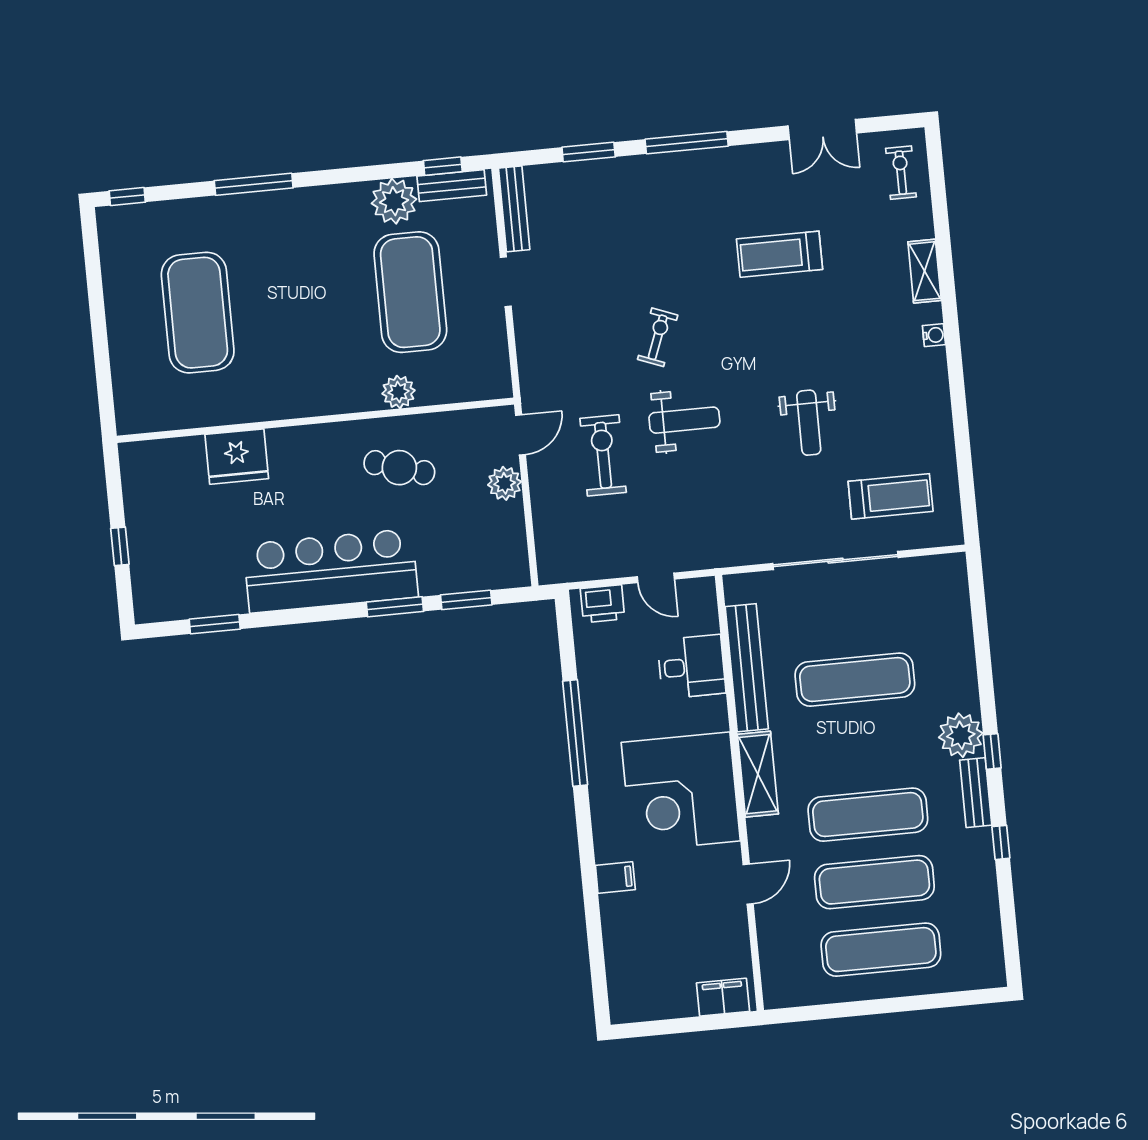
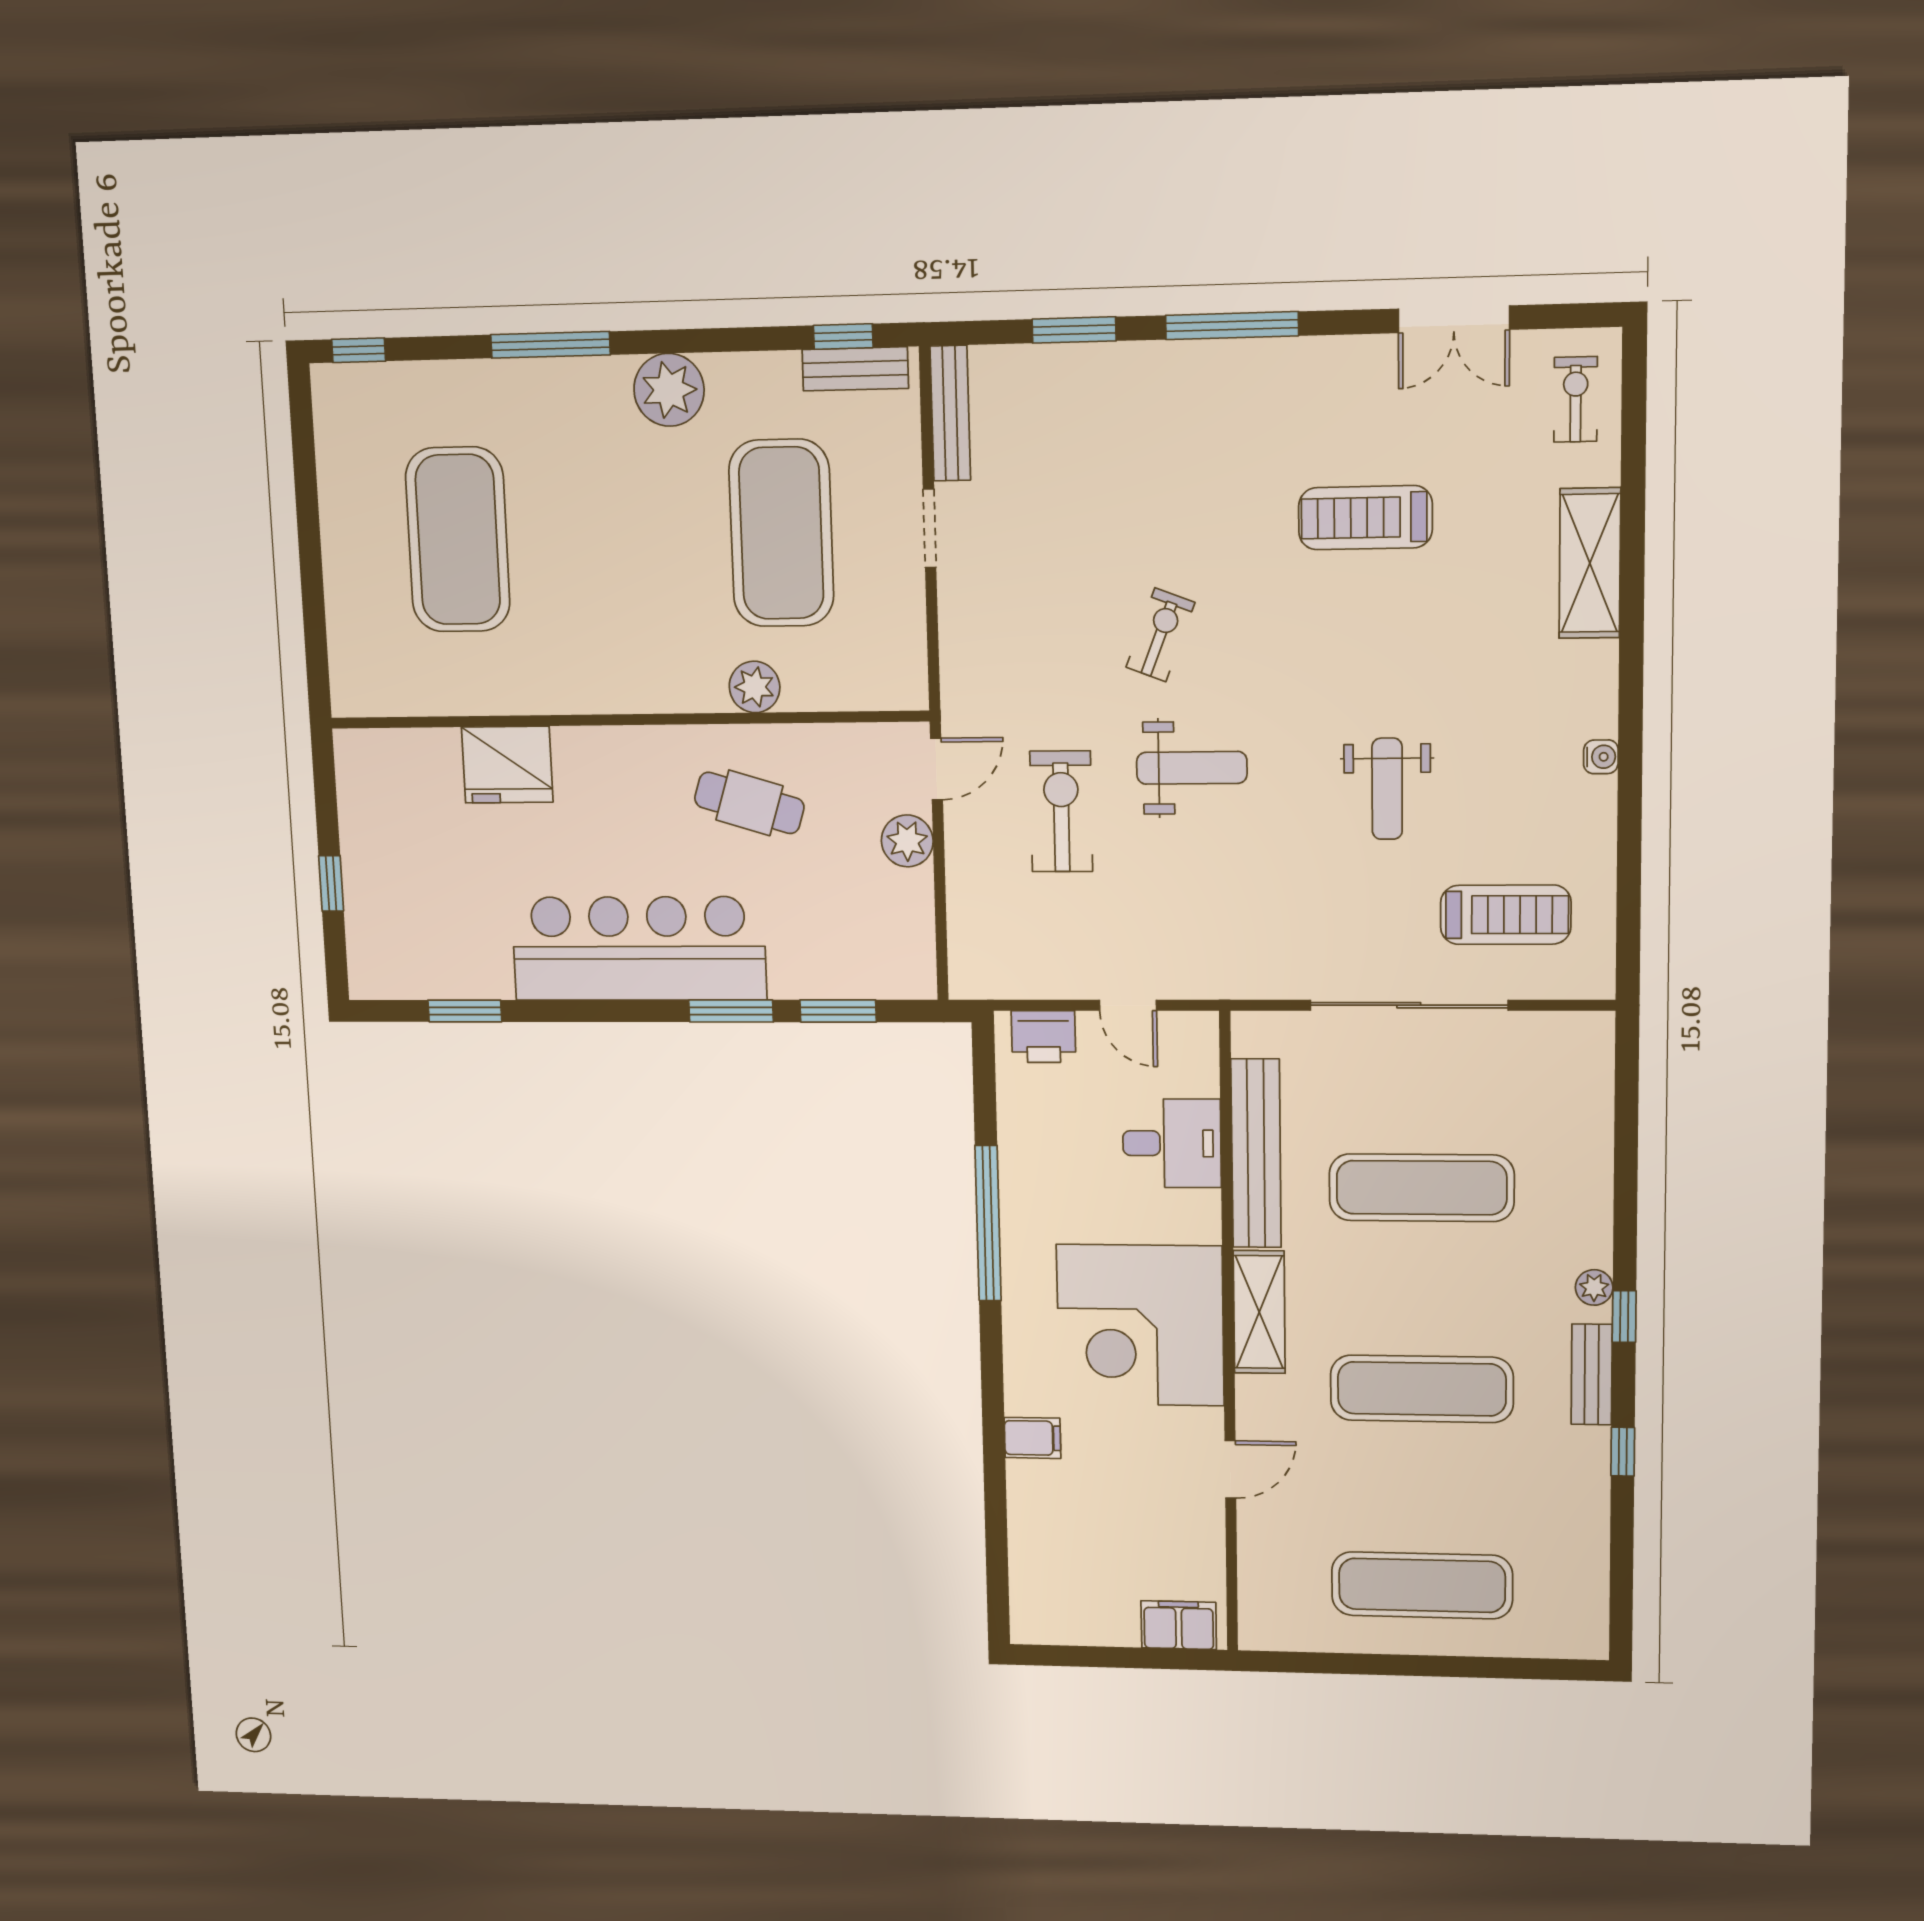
plant: (394, 201) -> (669, 390), moved
shelving: (925, 271) -> (1590, 563), width x1.50, depth x1.33
water cooler: (934, 335) -> (1601, 757), moved
plant: (961, 735) -> (1594, 1287), width x0.53, depth x0.53
exercise mat: (874, 882) -> (1422, 1488), removed

